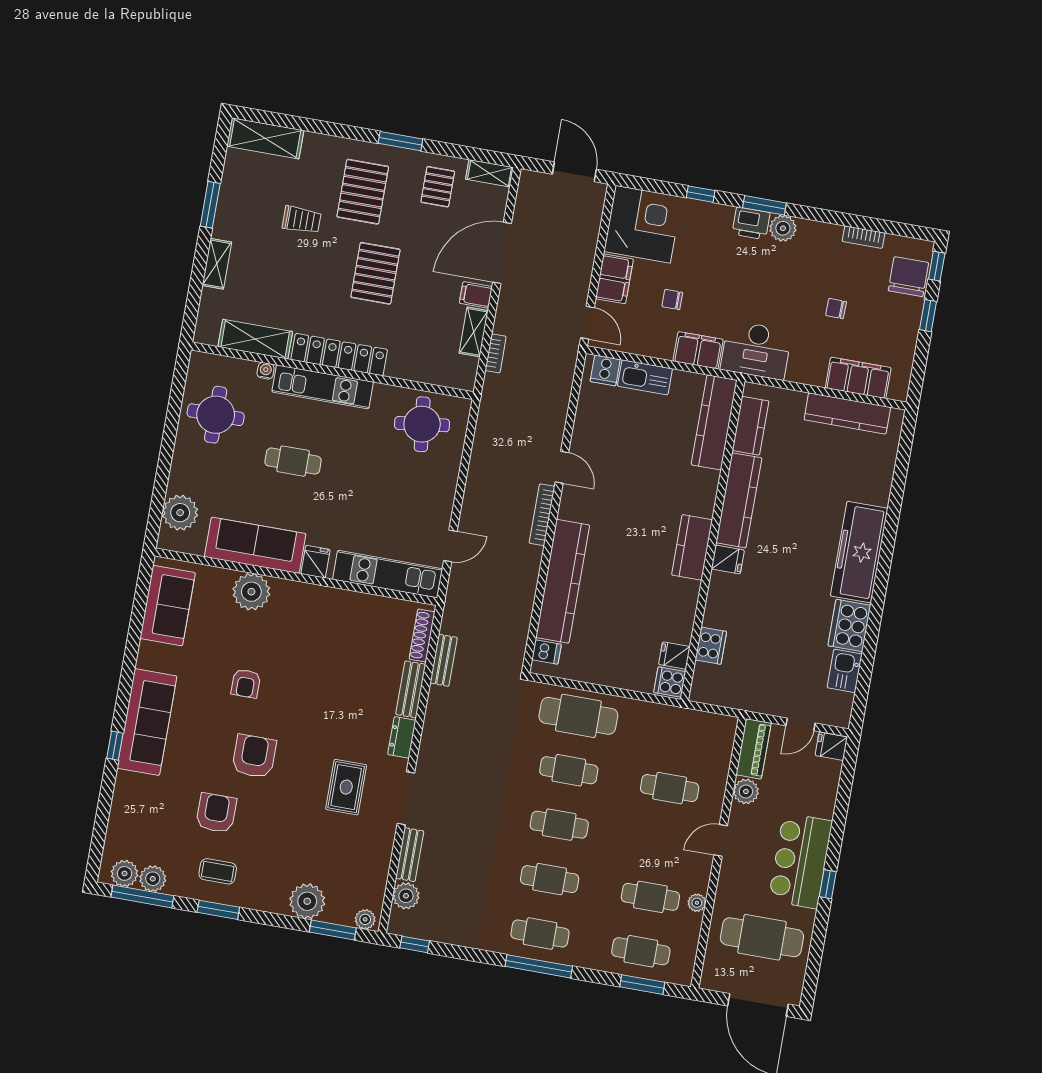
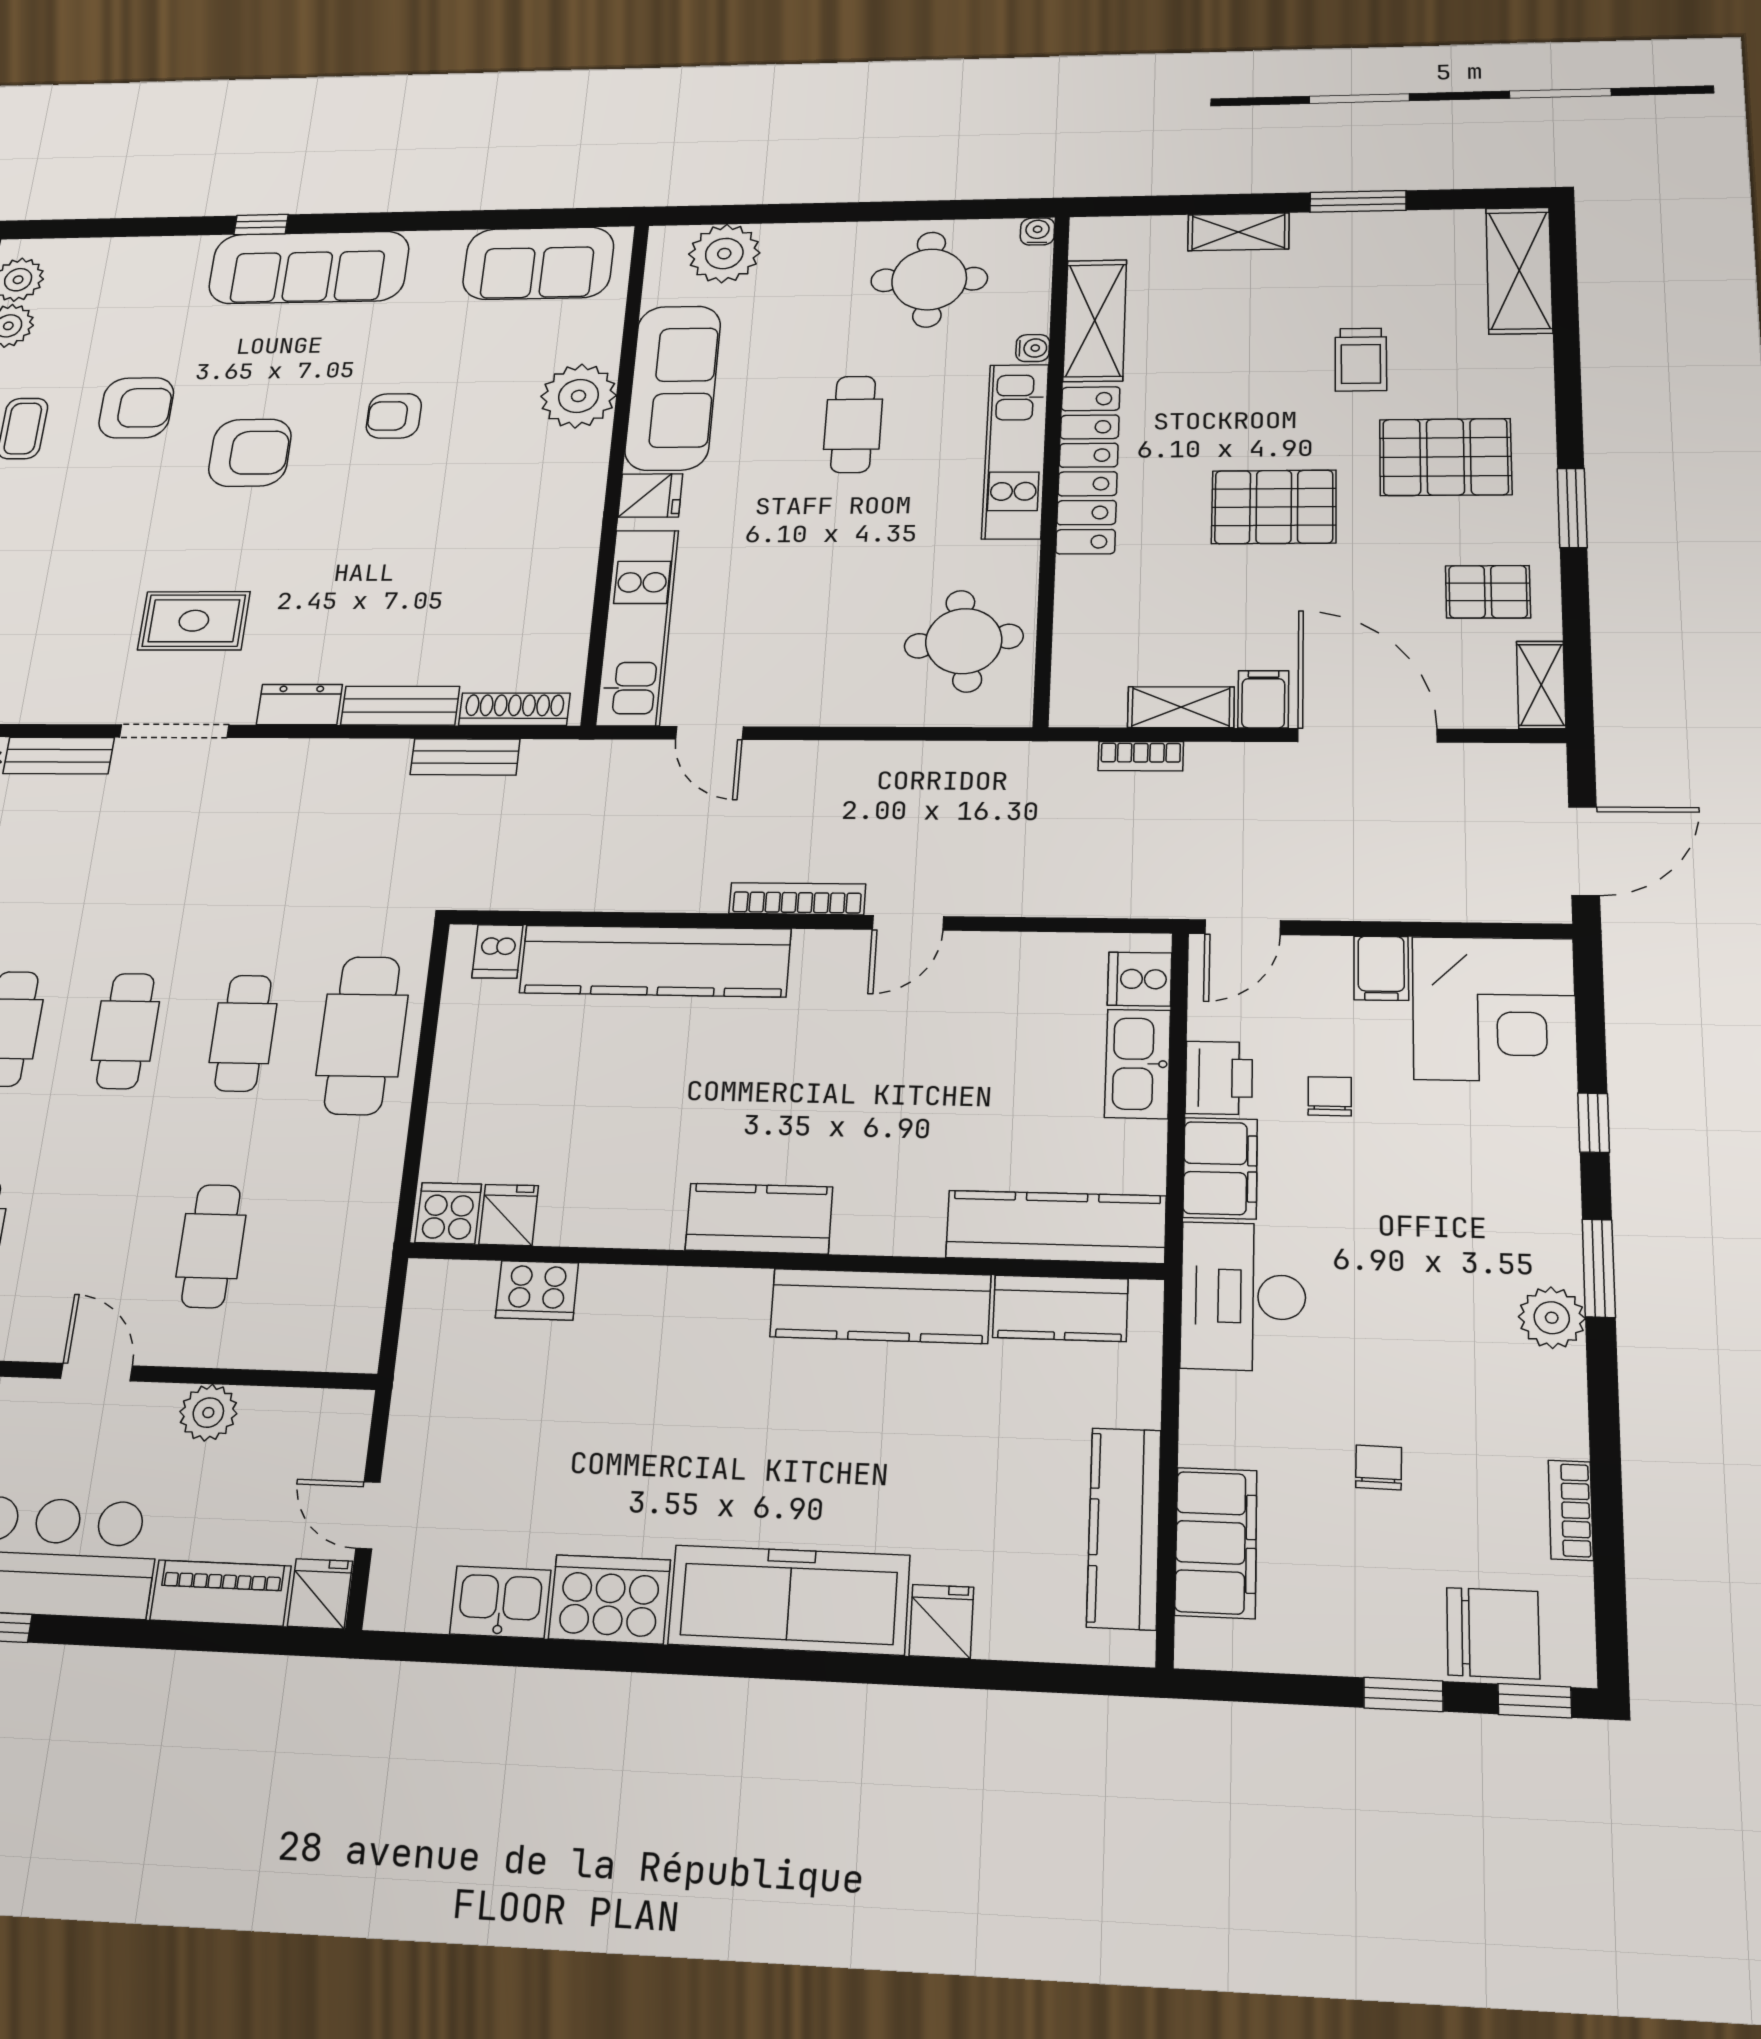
printer: (751, 223) -> (1219, 1078), moved, turned 180
filing cabinet: (614, 279) -> (1381, 968), width x0.50
water cooler: (197, 359) -> (1037, 231), added
fridge: (728, 559) -> (941, 1621), moved, turned 180
piano: (754, 749) -> (221, 1593), moved, turned 180

